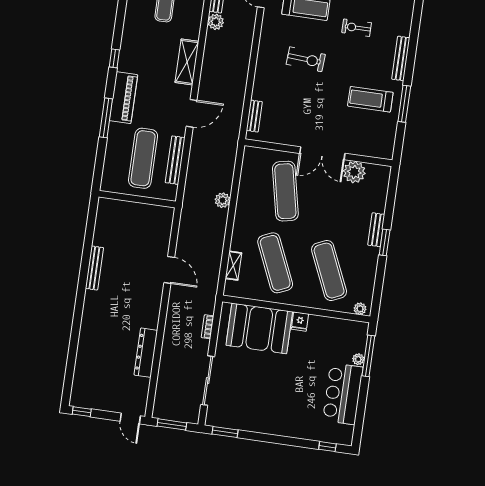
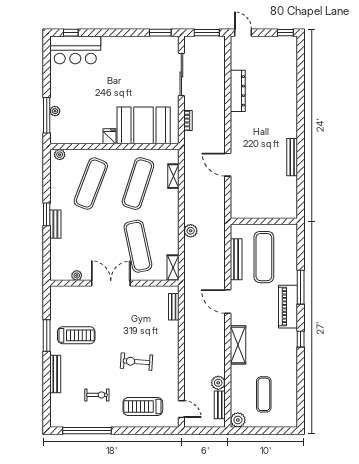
door: (192, 113) -> (228, 301), hinge flipped
shelving: (249, 161) -> (173, 268), added
plant: (354, 172) -> (77, 275), width x0.53, depth x0.53
exercise mat: (275, 263) -> (138, 184), turned 42
exercise mat: (329, 271) -> (91, 184), turned 45
bar counter: (343, 394) -> (75, 50), moved, turned 90

